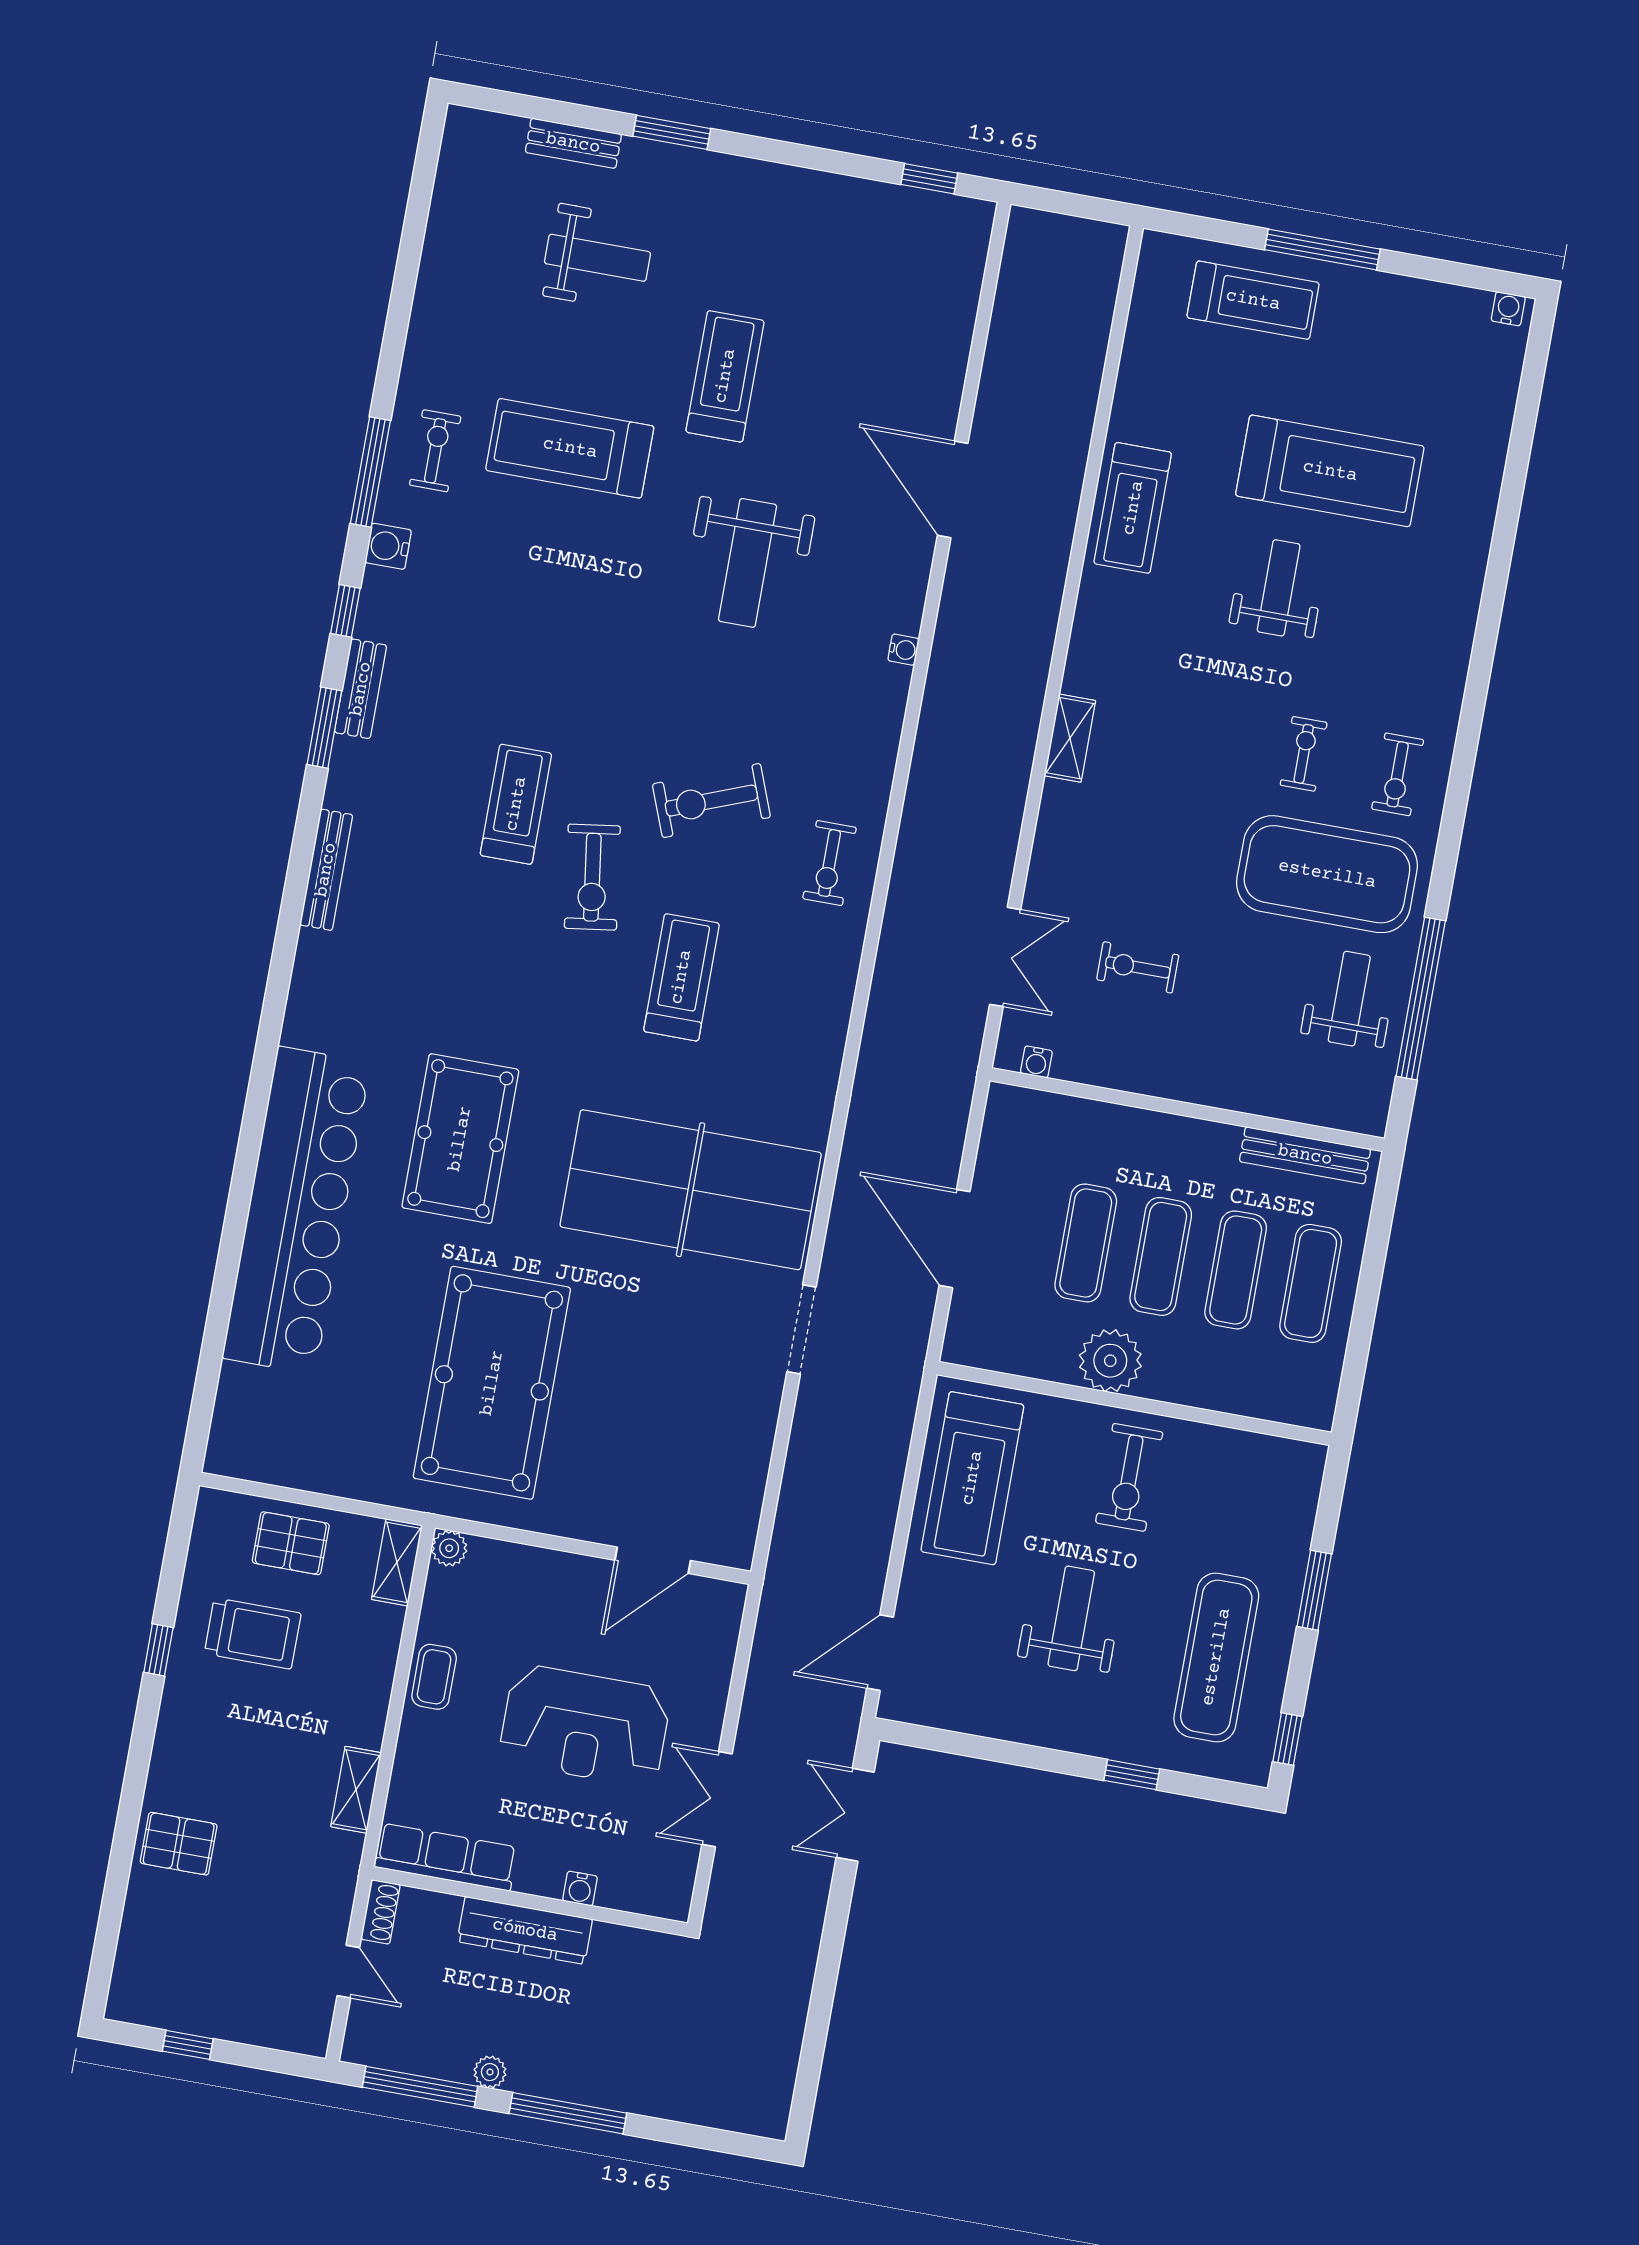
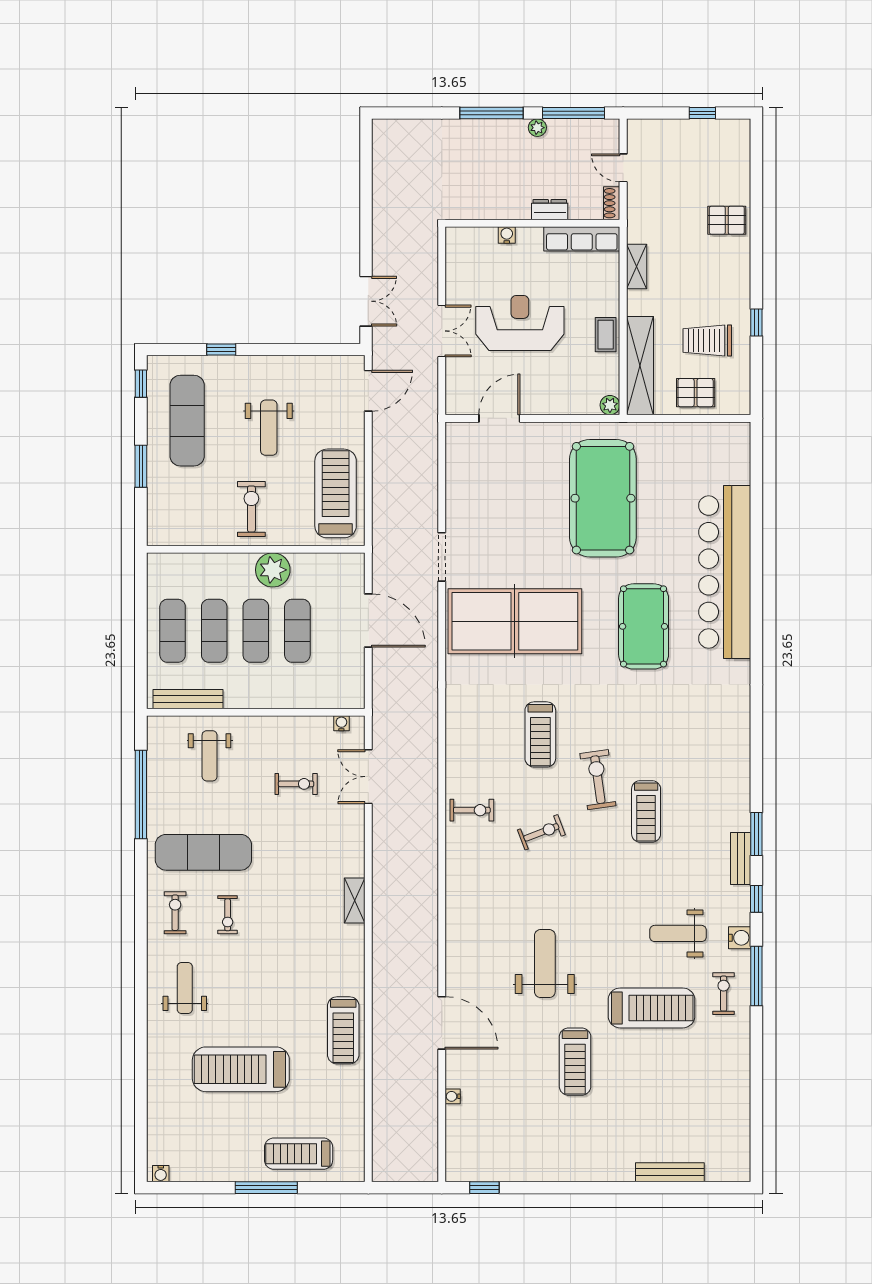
window: (672, 132) -> (627, 1188), removed
bench: (573, 143) -> (670, 1172), width x1.36
weight bench: (597, 258) -> (678, 933), moved
exercise bike: (435, 451) -> (724, 994), turned 180
treadmill: (1133, 508) -> (343, 1030), turned 180
weight bench: (1279, 588) -> (185, 988), moved, turned 180
water cooler: (903, 650) -> (453, 1096), moved
exercise bike: (711, 801) -> (541, 832), width x0.73, depth x0.72
exercise bike: (829, 863) -> (472, 810), turned 90
bench: (326, 870) -> (742, 758), removed
exercise mat: (1327, 874) -> (203, 852), width x0.68
weight bench: (1349, 999) -> (210, 756), moved
shelving: (397, 1562) -> (640, 366), width x2.20, depth x1.33
double door: (717, 1799) -> (442, 331), moved
dresser: (525, 1930) -> (550, 210), width x0.51, depth x0.80

